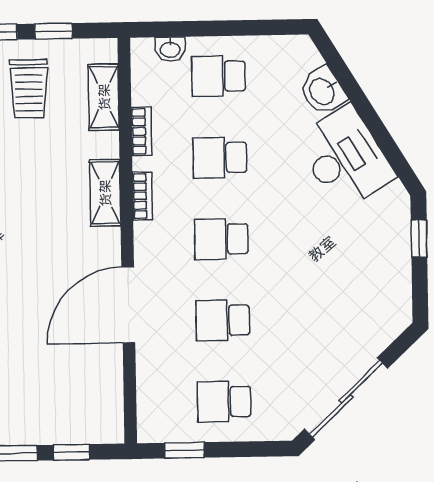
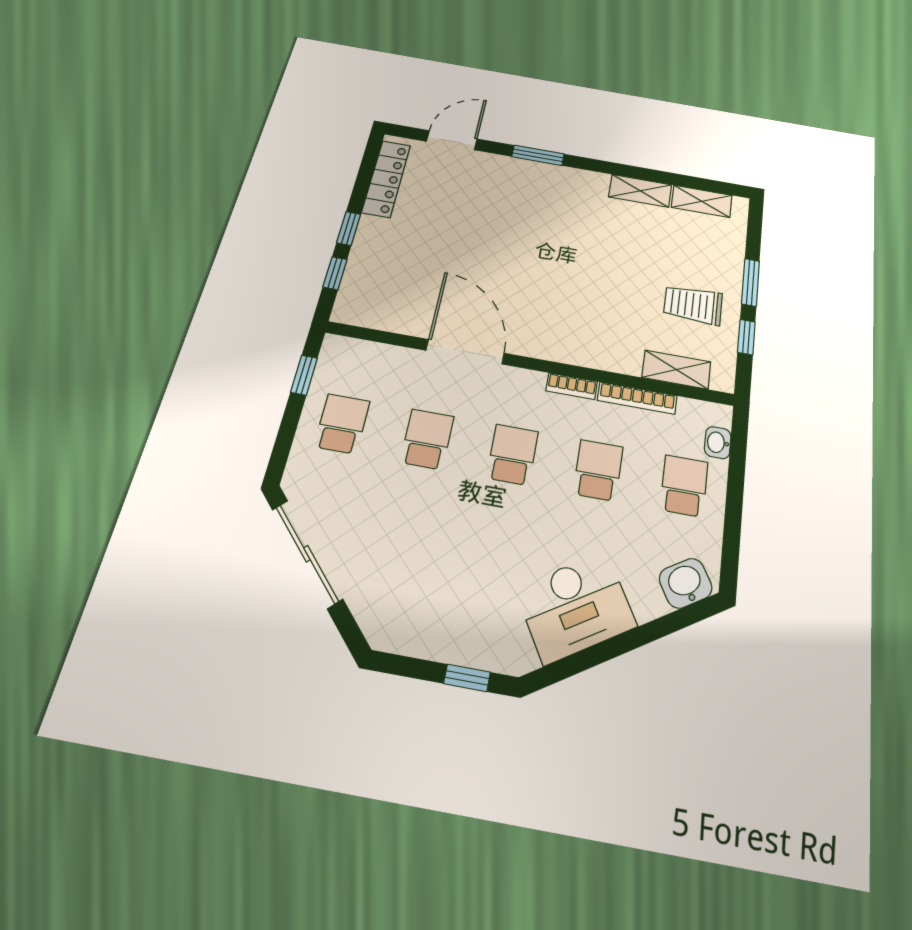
washbasin: (323, 91) -> (686, 583), moved
bookcase: (141, 131) -> (637, 398), width x1.56
shelving: (105, 193) -> (581, 352), removed

